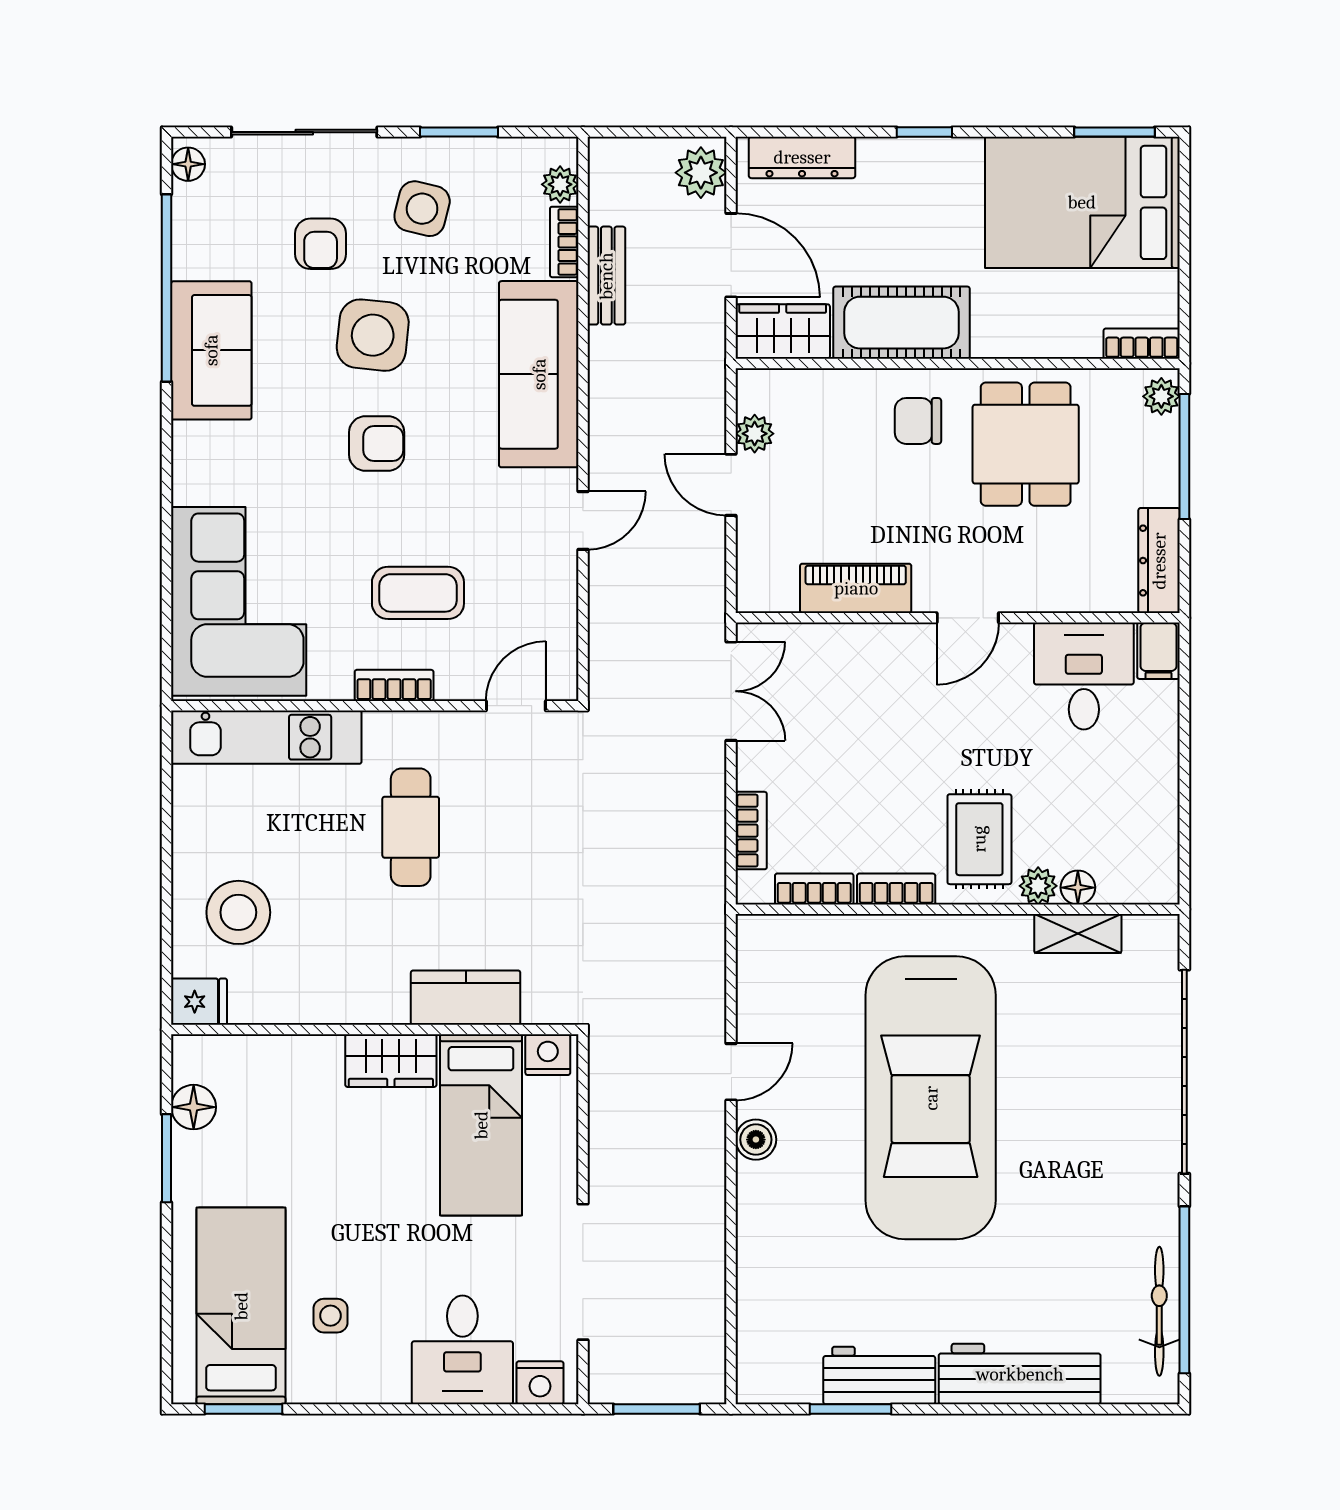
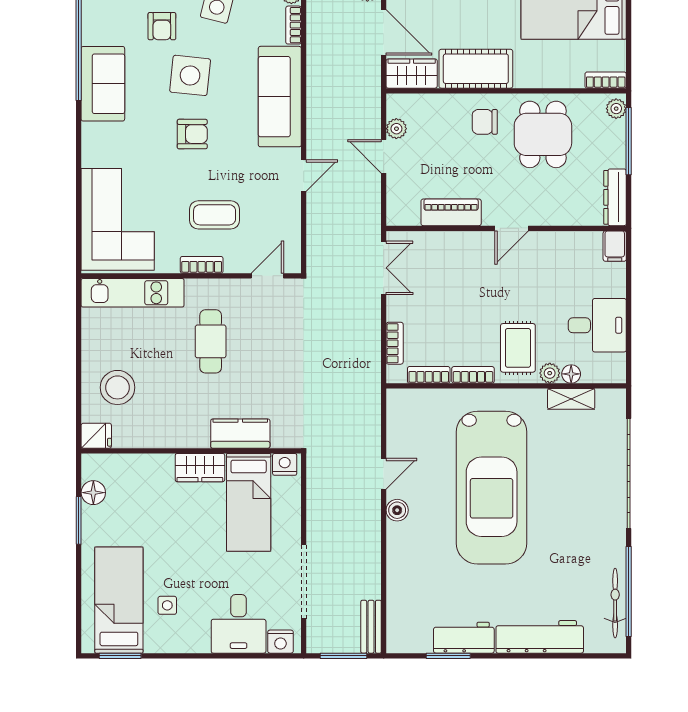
bench: (606, 276) -> (371, 627), moved
desk: (1084, 676) -> (597, 325), moved, turned 90

